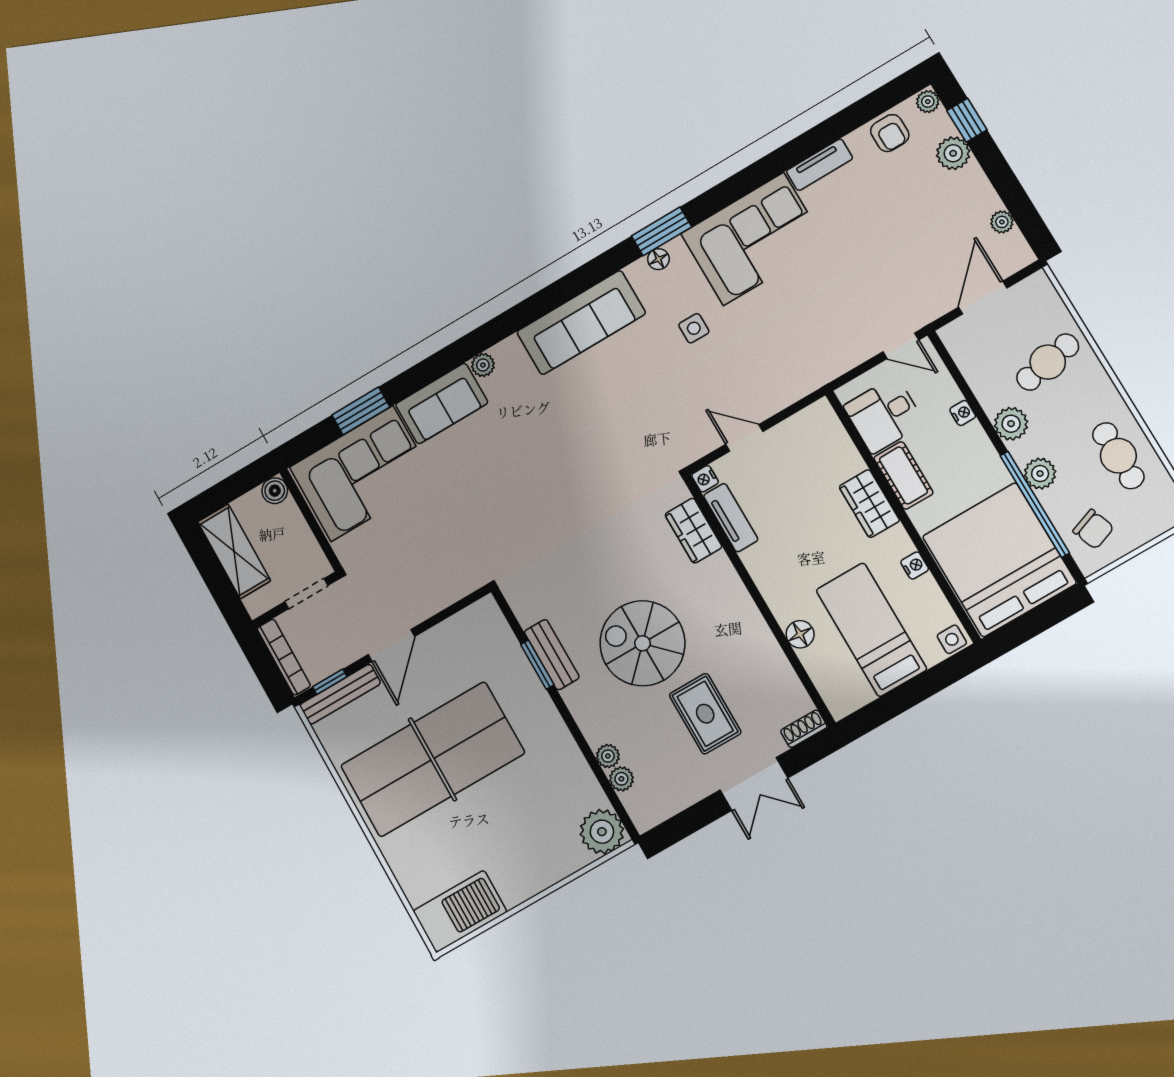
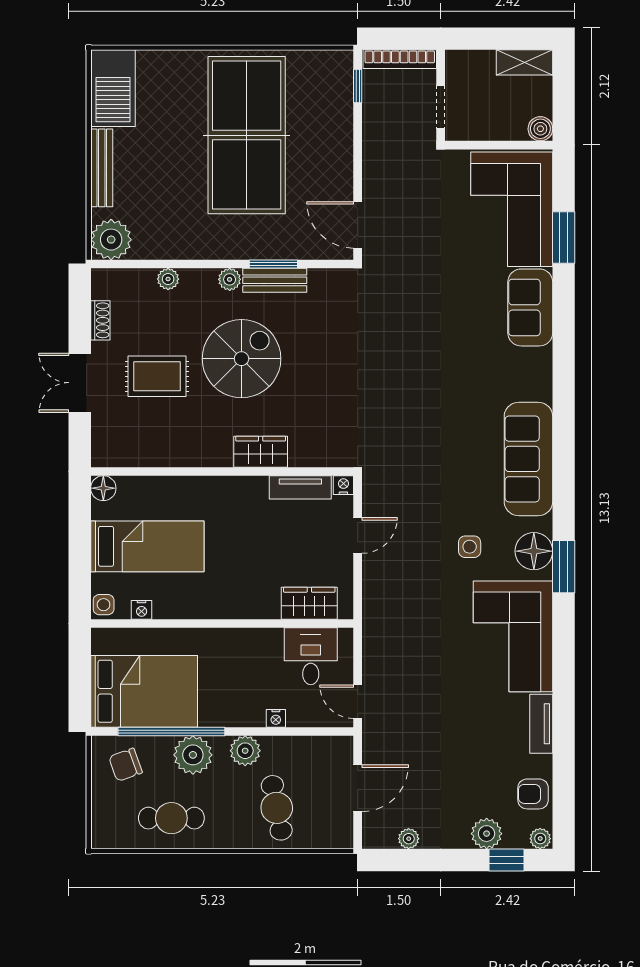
floor lamp: (658, 259) -> (534, 551), width x1.89, depth x1.89
door: (983, 298) -> (358, 788), hinge flipped
door: (901, 346) -> (358, 702), hinge flipped
plant: (483, 365) -> (542, 359), removed
plant: (1040, 474) -> (193, 755), width x1.36, depth x1.36
cot: (903, 475) -> (254, 643), removed
wardrobe: (869, 504) -> (309, 603), moved
wardrobe: (694, 531) -> (261, 452), moved
shelving: (234, 551) -> (524, 62), width x0.67, depth x0.75
bed: (999, 560) -> (144, 691), width x0.73
nightstand: (915, 565) -> (142, 610), moved
floor lamp: (800, 634) -> (103, 488), moved
door: (391, 645) -> (358, 225), moved
bench: (340, 694) -> (102, 168), moved
shoe rack: (804, 729) -> (100, 320), moved
plant: (621, 779) -> (230, 279), moved

